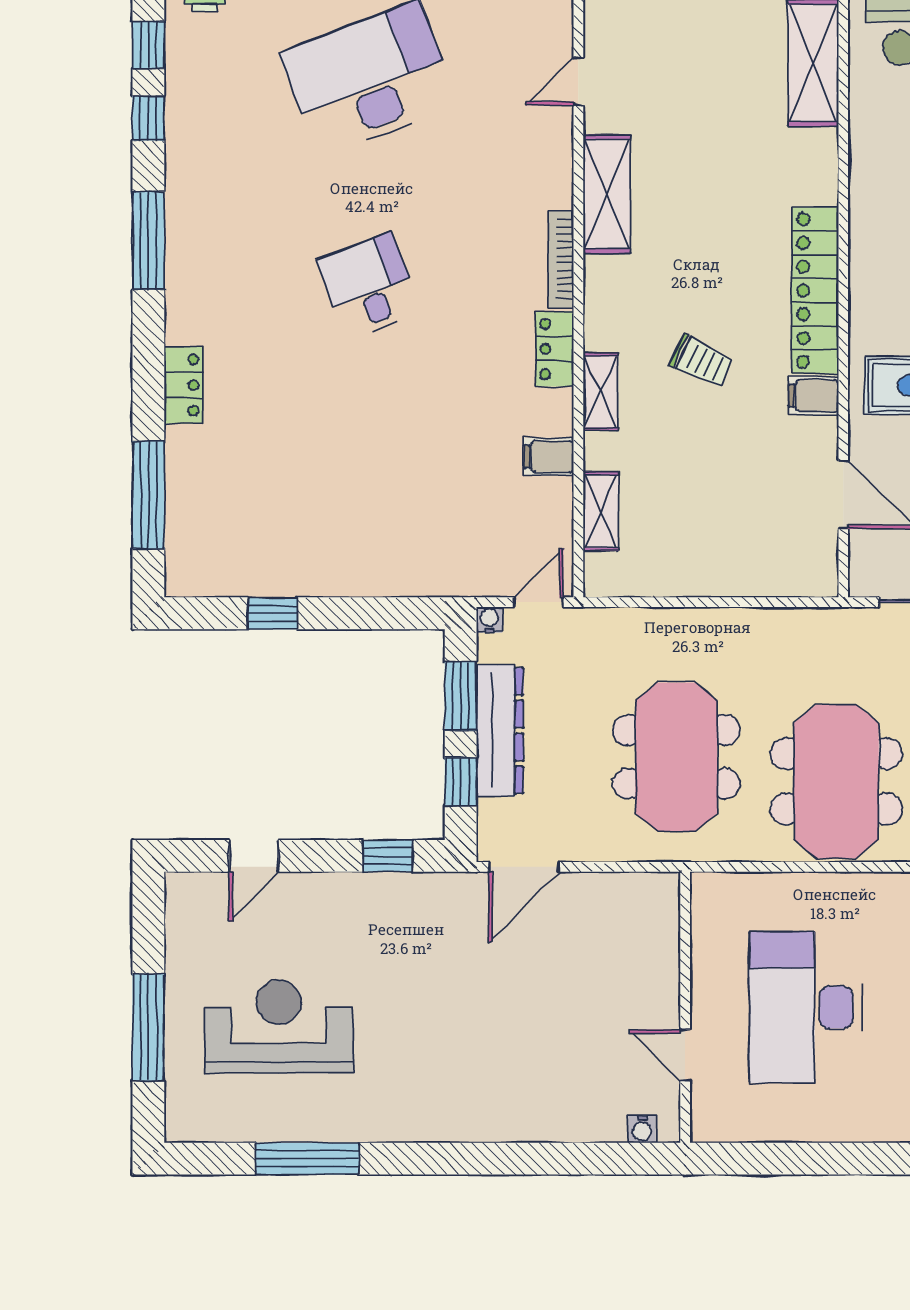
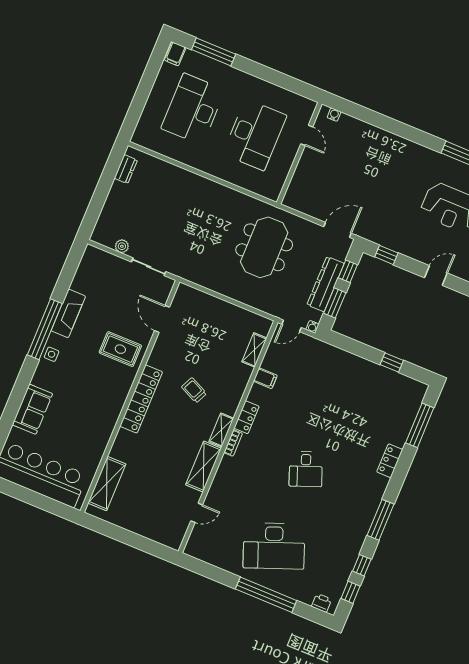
bookcase: (561, 259) -> (233, 443), width x0.64
shelving: (601, 392) -> (221, 430), moved
filing cabinet: (813, 396) -> (158, 360), removed
meeting table: (836, 781) -> (209, 214), removed

